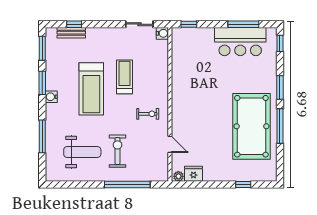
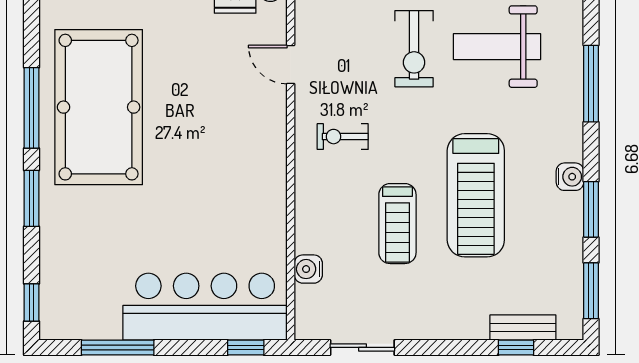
water cooler: (162, 33) -> (308, 269), moved
bar counter: (240, 42) -> (205, 307), moved, width x1.36
treadmill: (91, 89) -> (476, 195), turned 180

